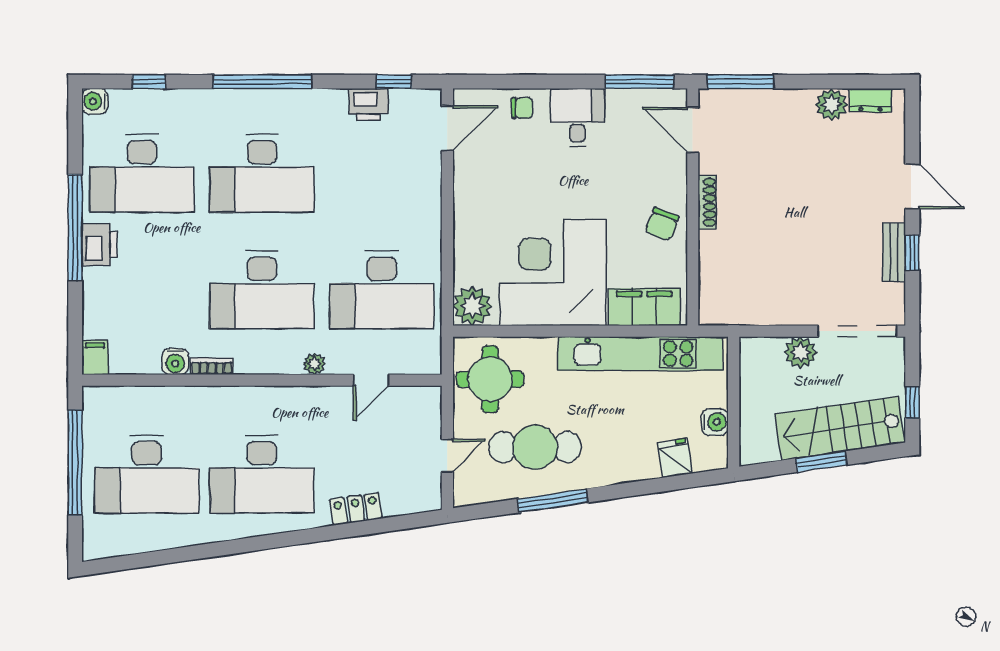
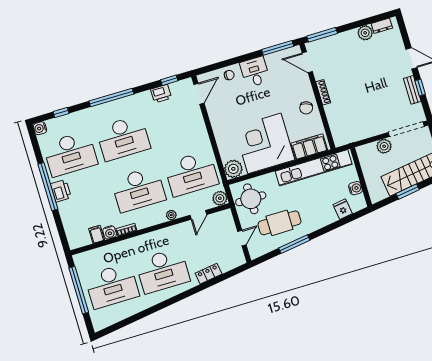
filing cabinet: (95, 357) -> (97, 234), moved
plant: (426, 359) -> (220, 198), added

